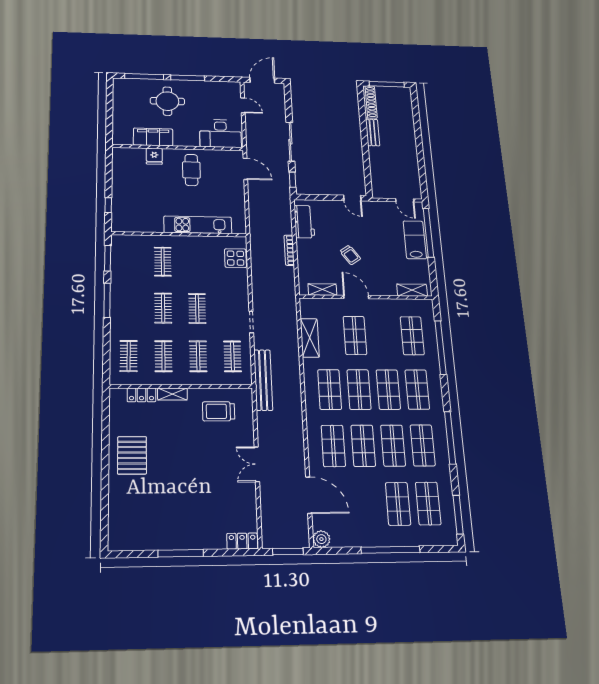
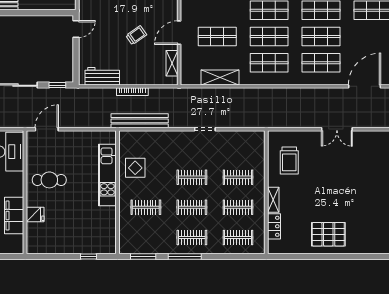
display table: (235, 258) -> (135, 168), moved
clothes rail: (232, 356) -> (192, 237), moved
bench: (263, 380) -> (140, 121), moved

